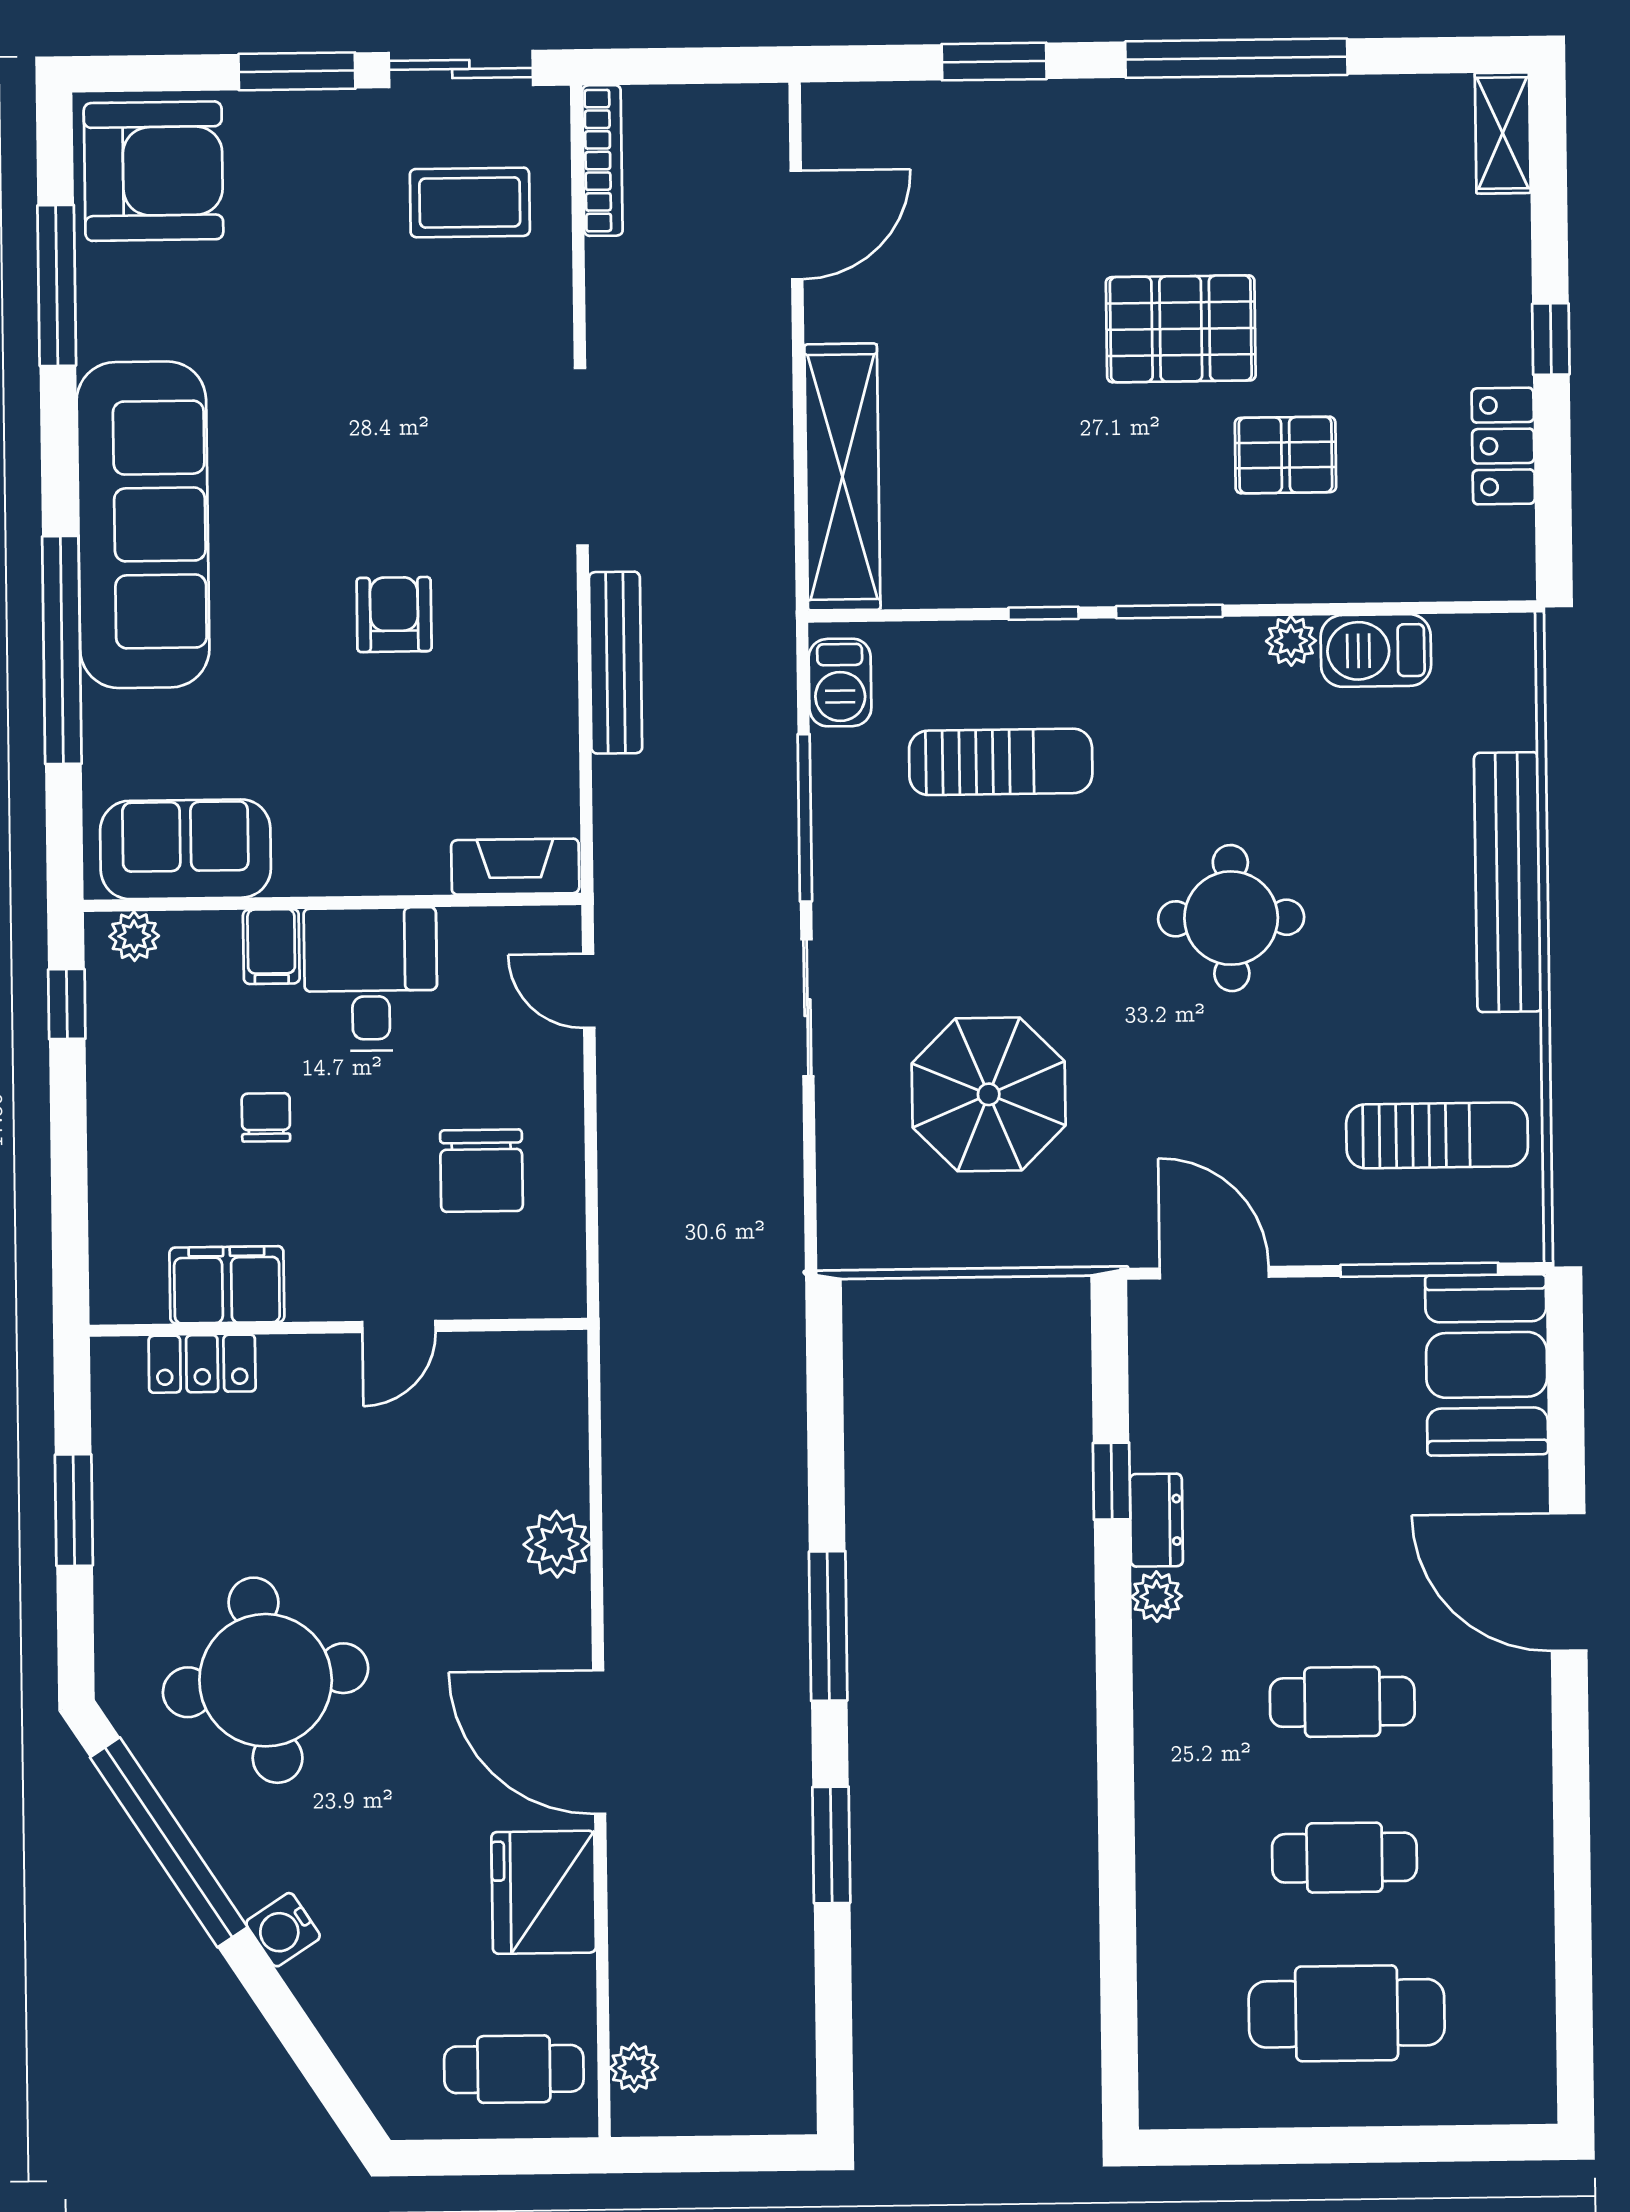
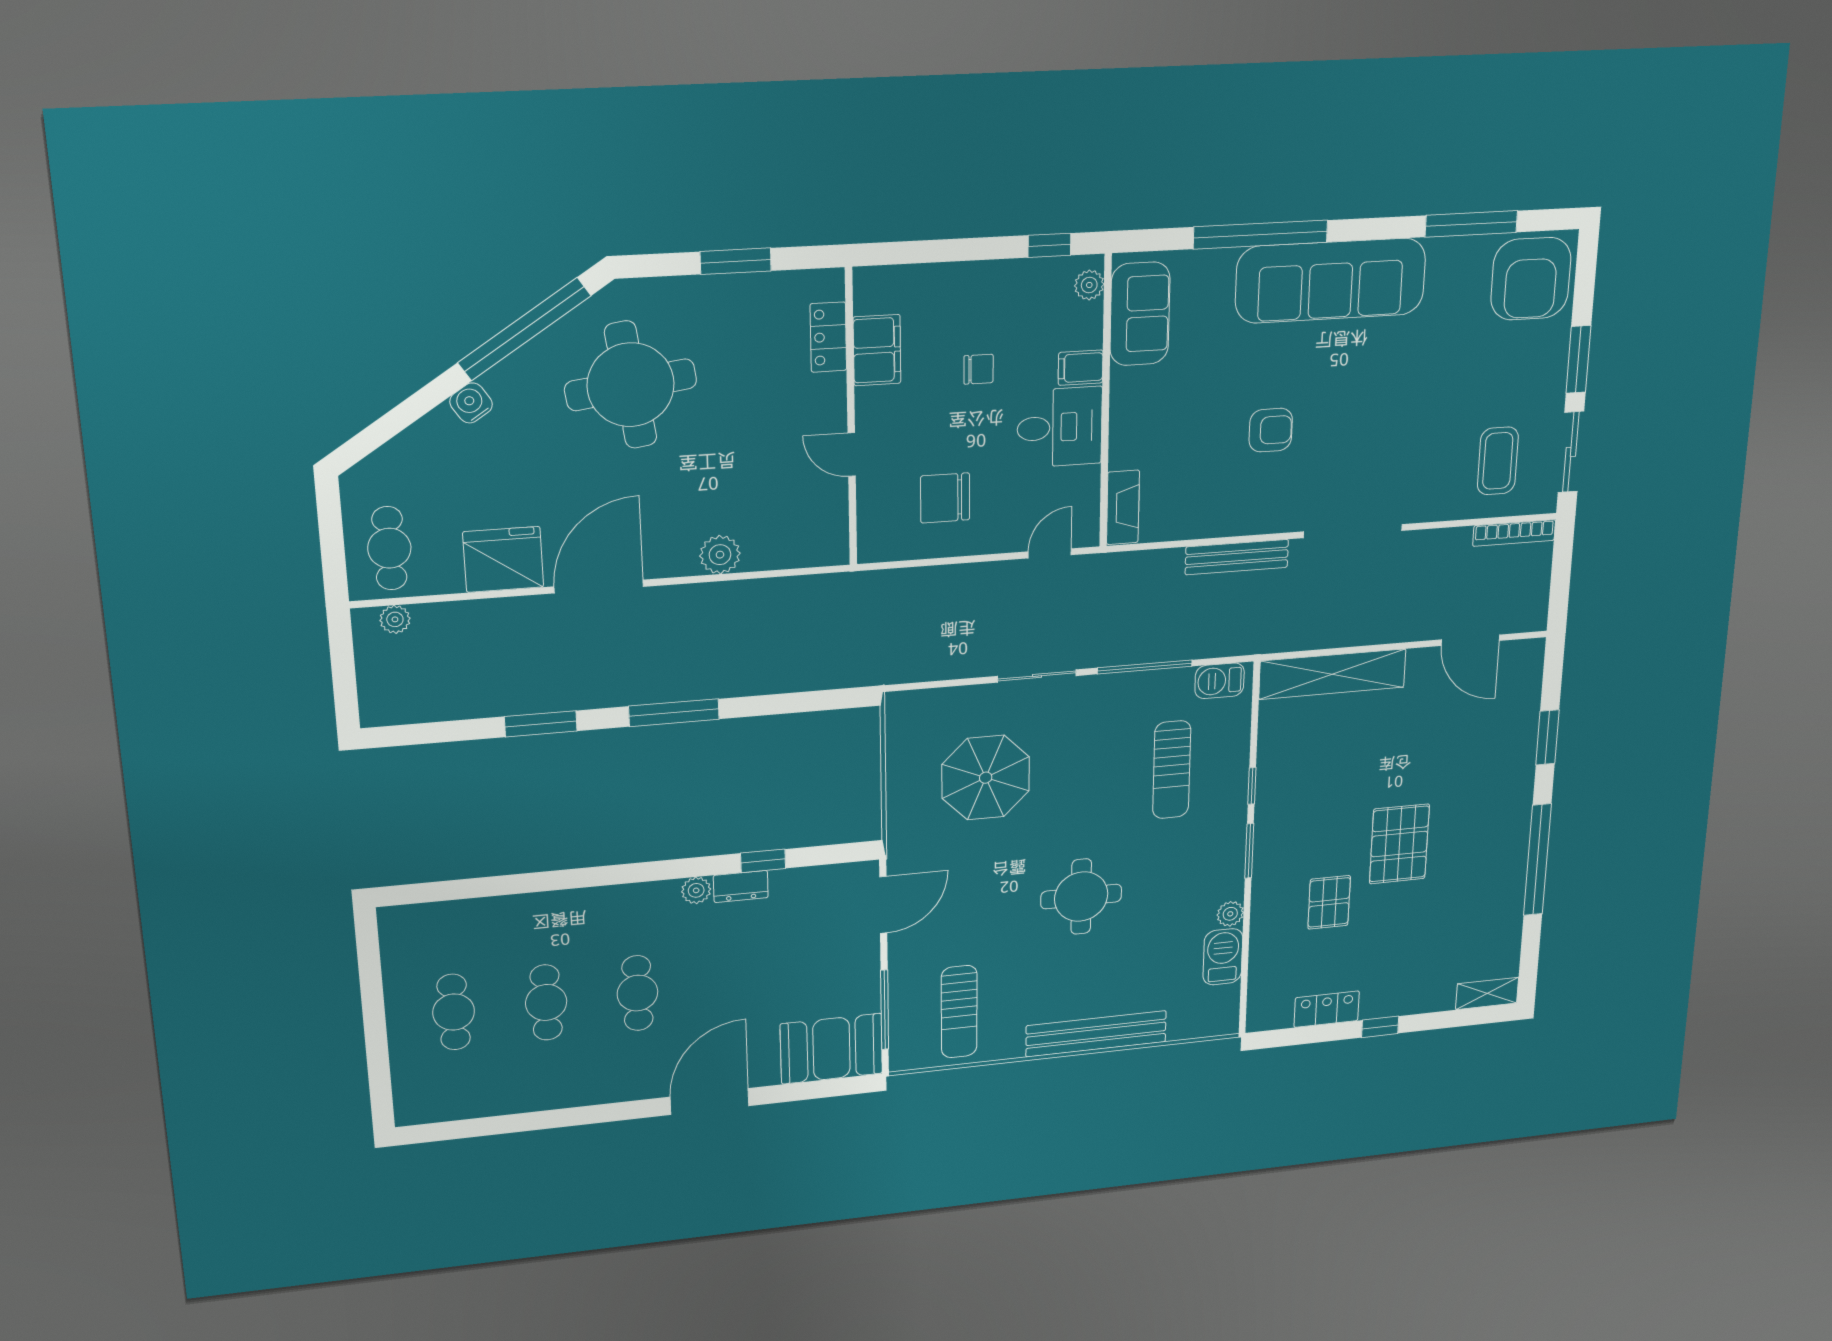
cafe table: (1347, 2013) -> (454, 1012), width x0.73, depth x0.74

